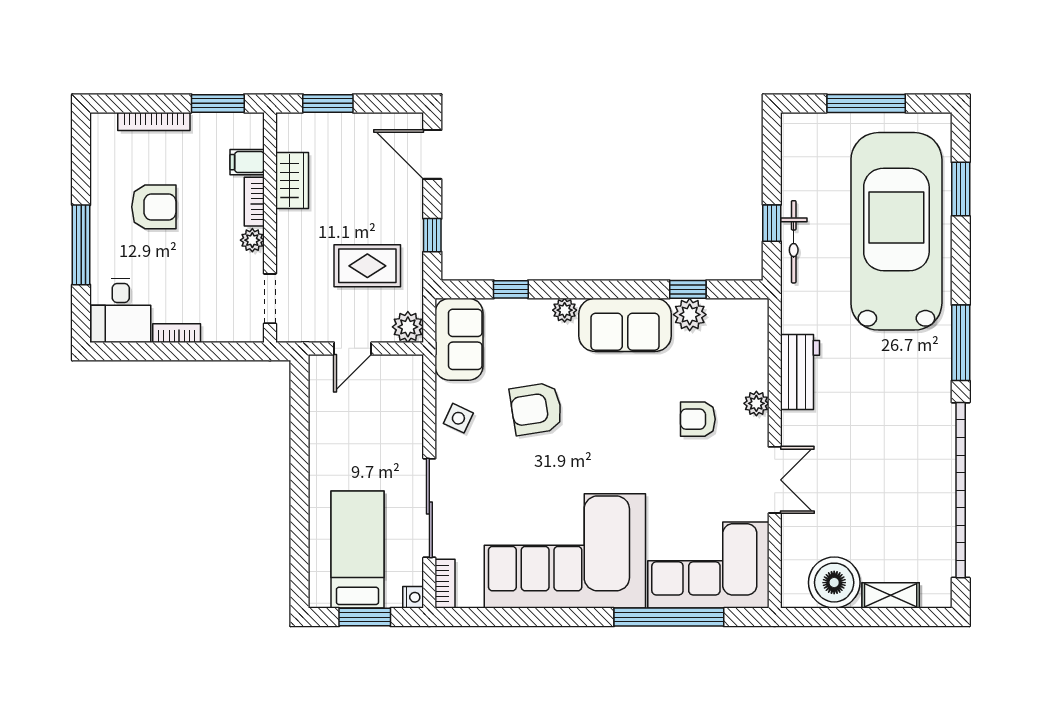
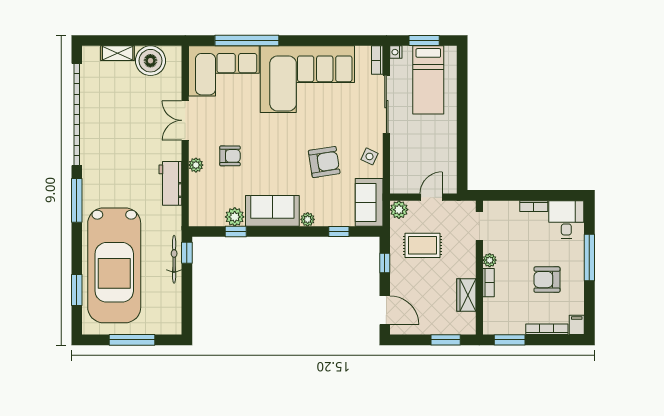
filing cabinet: (247, 162) -> (577, 325), moved, turned -90
window: (772, 223) -> (187, 253), moved

